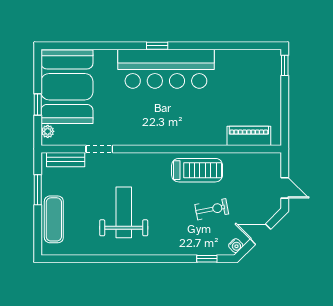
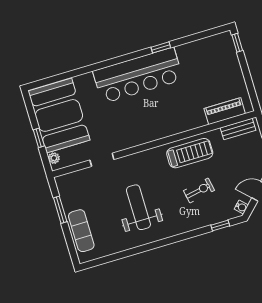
window: (157, 46) -> (161, 47), moved
bench: (66, 160) -> (238, 129), moved
exercise bike: (212, 209) -> (199, 191), moved

